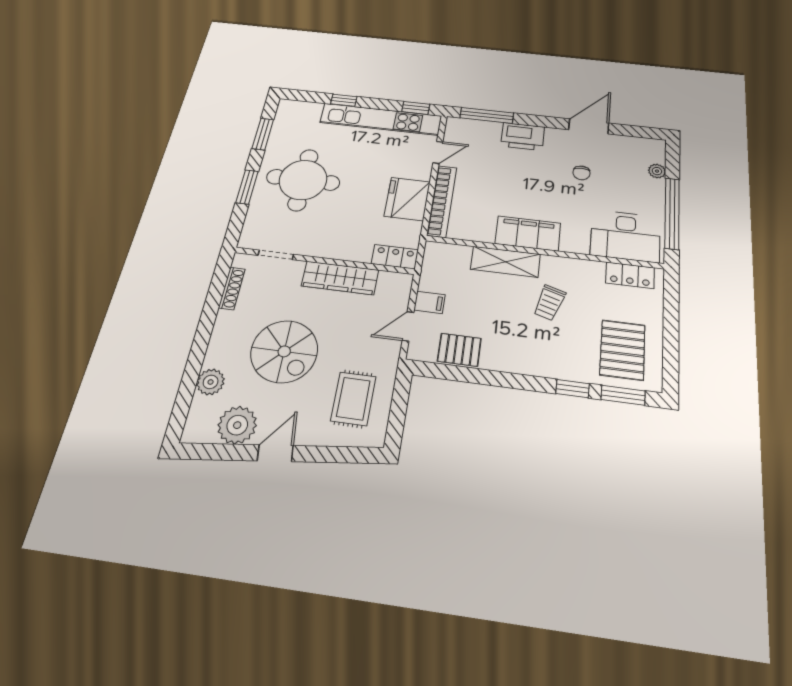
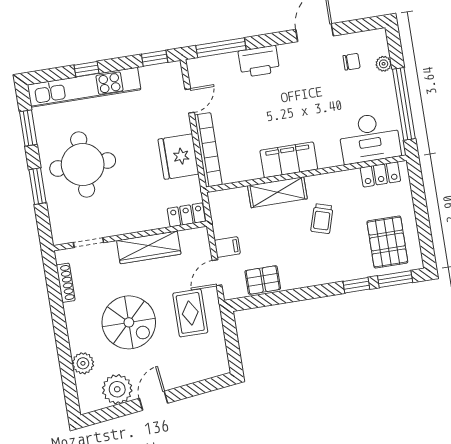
kitchen unit: (381, 119) -> (84, 87), moved
chair: (581, 173) -> (351, 62), moved, turned -90
rug: (353, 399) -> (190, 313), moved

